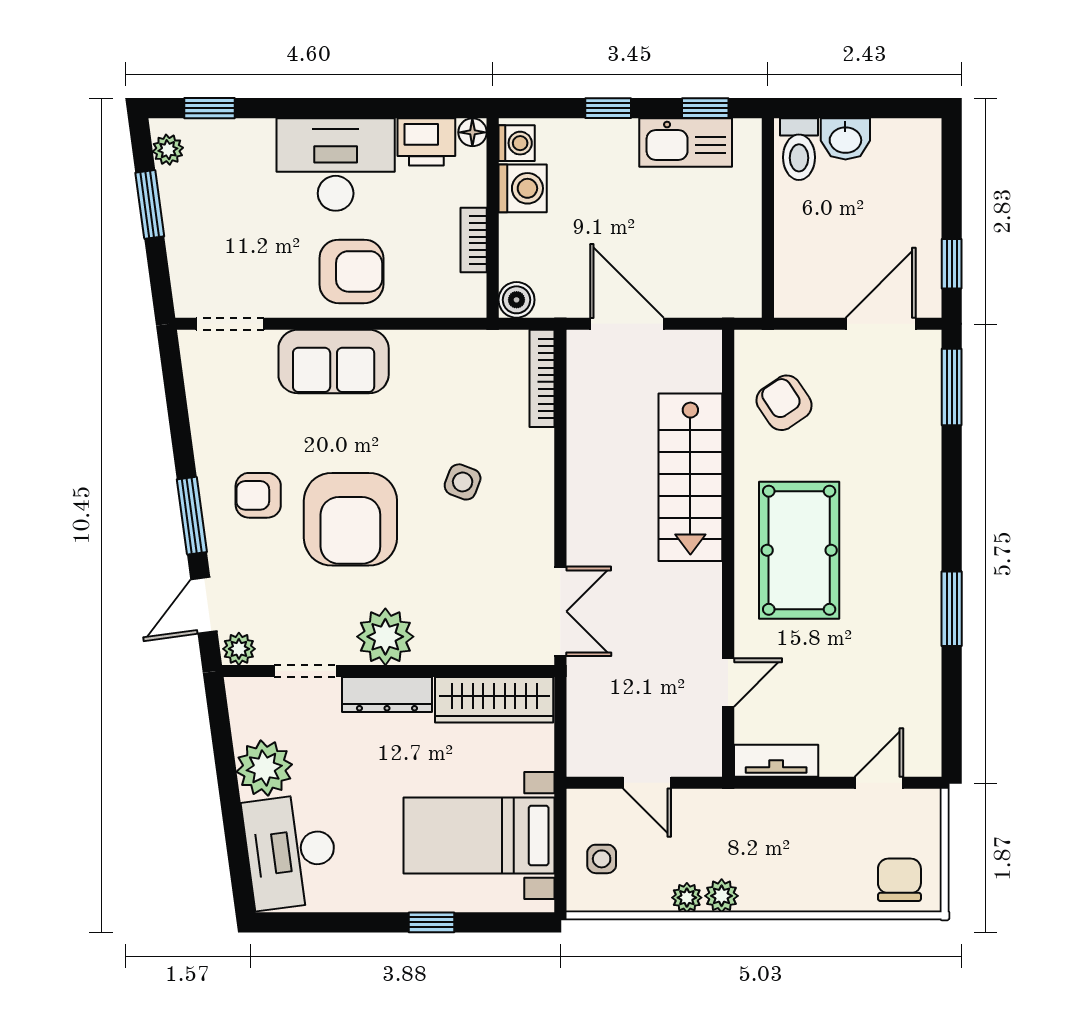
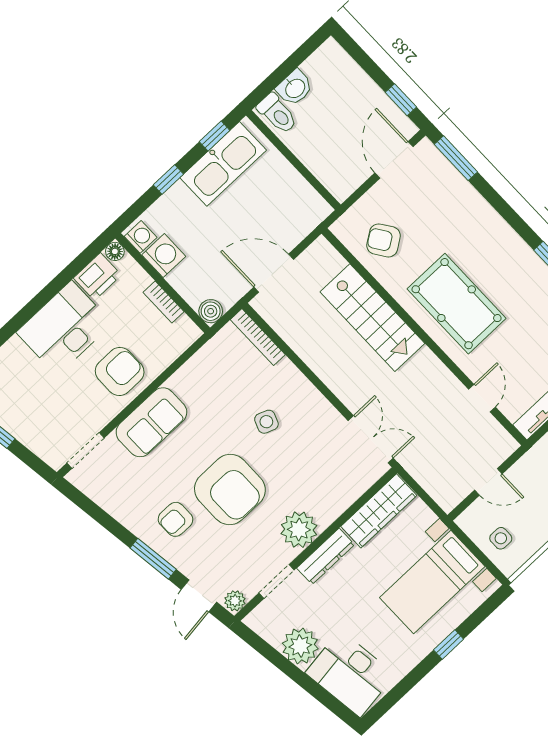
kitchen sink: (686, 143) -> (223, 164), width x1.36, depth x1.24

